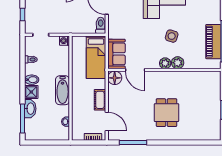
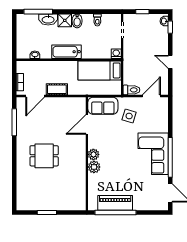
side table: (172, 36) -> (129, 116), moved
bed: (96, 57) -> (100, 70), moved
floor lamp: (115, 78) -> (79, 104), removed

